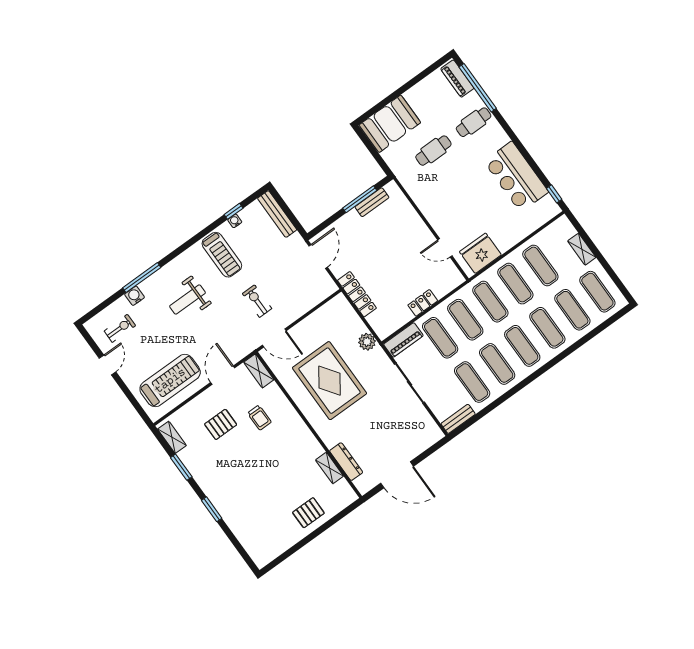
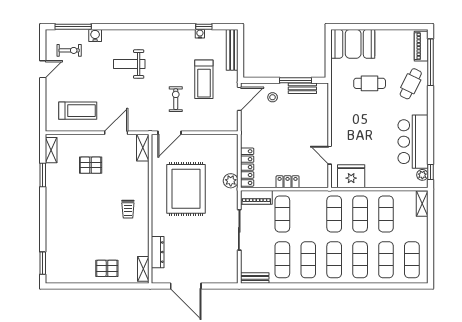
cafe table: (474, 122) -> (411, 84), turned -64
plant: (548, 202) -> (422, 175), added
stool: (349, 232) -> (273, 97), added
shelving: (582, 249) -> (422, 204), moved
treadmill: (222, 255) -> (204, 79), moved
window: (142, 278) -> (73, 27), moved
locker: (357, 294) -> (247, 167), moved
exercise mat: (465, 320) -> (308, 214), removed
door: (274, 338) -> (169, 133), hinge flipped
treadmill: (170, 381) -> (78, 111), width x0.73, depth x0.73
trolley: (259, 418) -> (128, 209), moved
shelving: (329, 468) -> (143, 269), moved
window: (212, 509) -> (43, 263), moved

